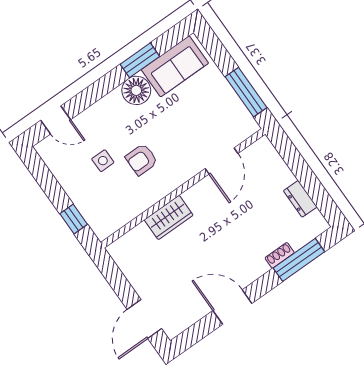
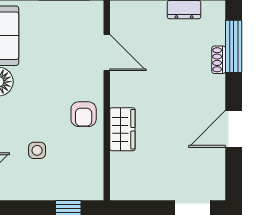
armchair: (141, 159) -> (84, 114), moved

